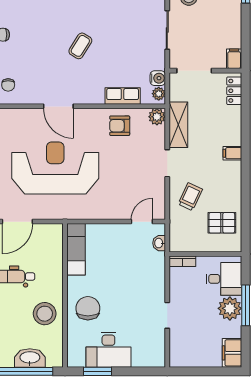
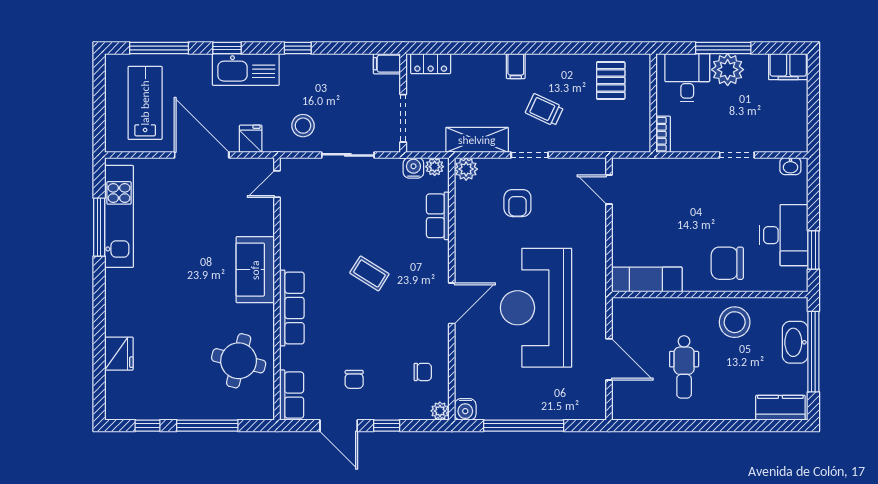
armchair: (120, 126) -> (517, 203), moved
trolley: (190, 197) -> (544, 110), moved
washbasin: (159, 243) -> (790, 166), moved

